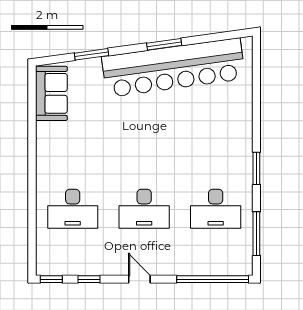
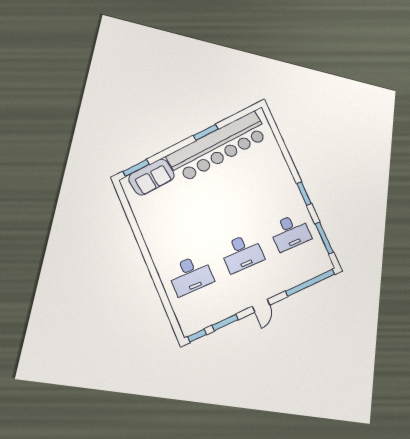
window: (92, 54) -> (136, 168), moved
sofa: (51, 93) -> (152, 177), moved, turned 82
window: (89, 279) -> (225, 322), width x1.50
door: (139, 279) -> (261, 306), swing flipped

